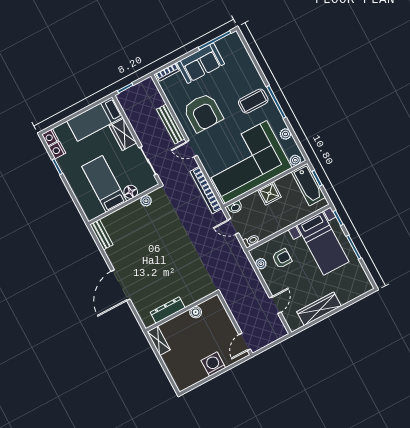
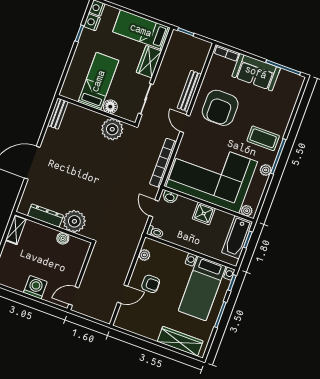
plant: (286, 134) -> (266, 170), moved
plant: (146, 201) -> (112, 129), width x1.87, depth x1.87
armchair: (282, 258) -> (151, 284), moved
plant: (191, 293) -> (74, 221), added
wardrobe: (319, 309) -> (180, 341), moved

